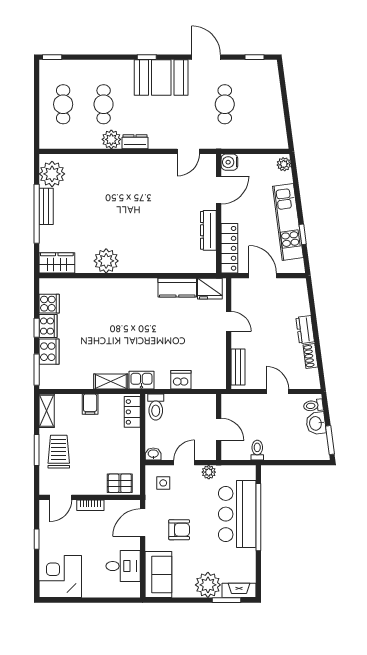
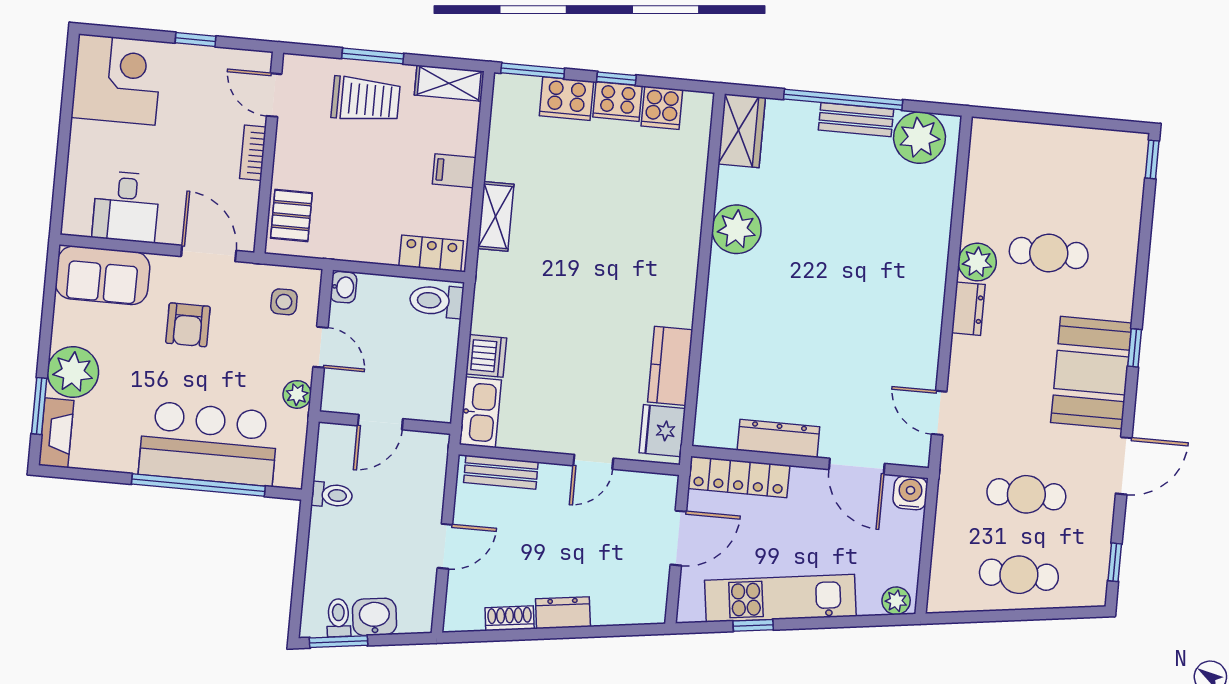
cafe table: (63, 104) -> (1019, 575), moved
kitchen sink: (141, 380) -> (480, 412), moved, width x1.38
toilet: (313, 406) -> (339, 618), moved

